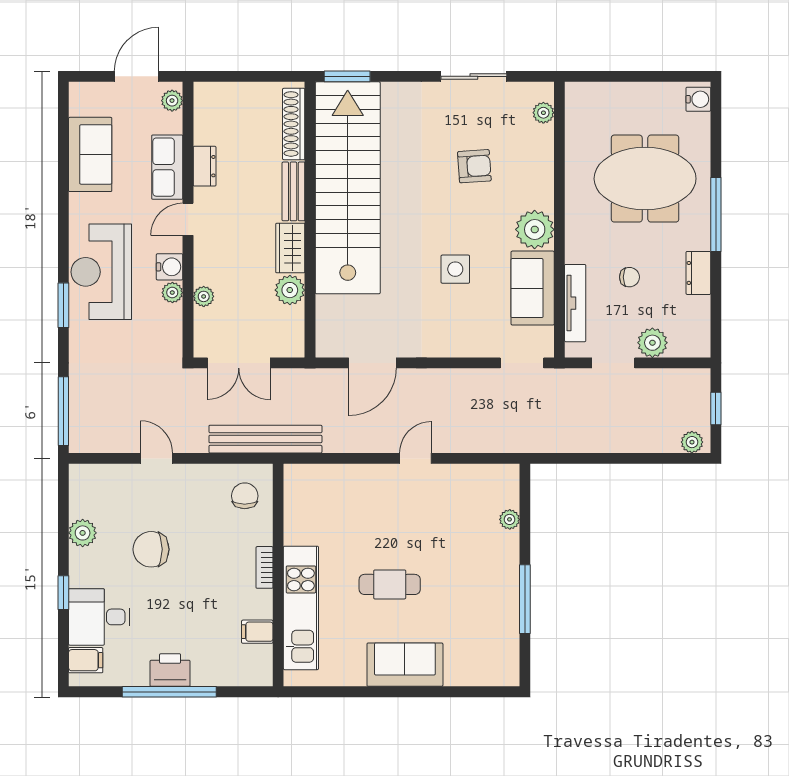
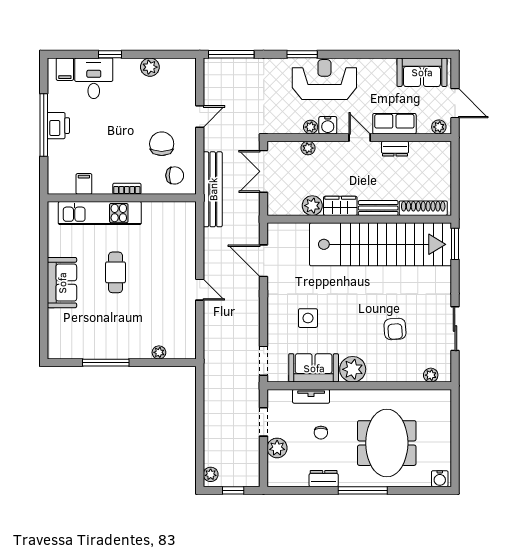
sofa: (90, 154) -> (422, 72), moved
side table: (455, 269) -> (308, 318), moved
tv unit: (575, 303) -> (311, 396), width x0.71
chair: (151, 549) -> (162, 144), moved

